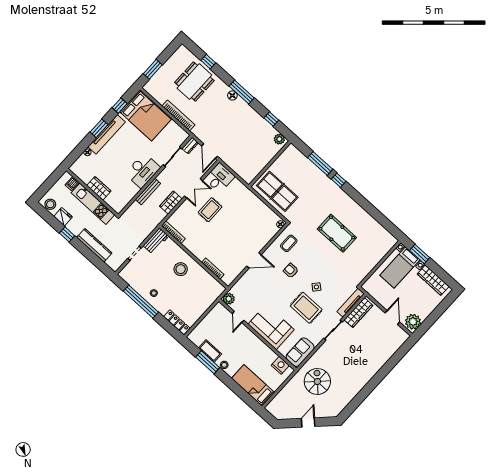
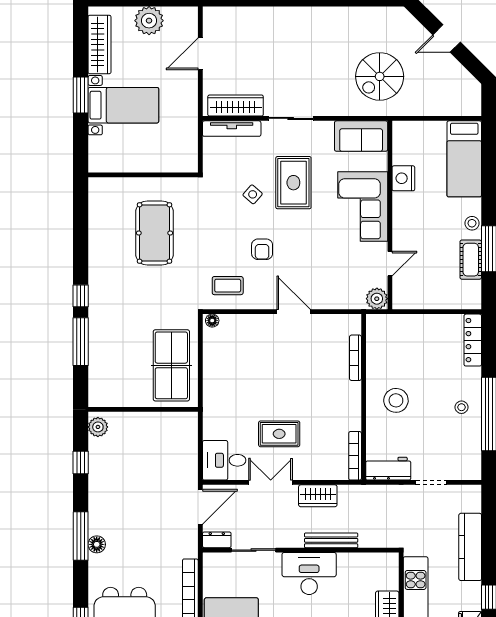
wall: (380, 264) -> (143, 175), moved
plant: (413, 322) -> (149, 21), moved
nightstand: (280, 365) -> (403, 178), moved

